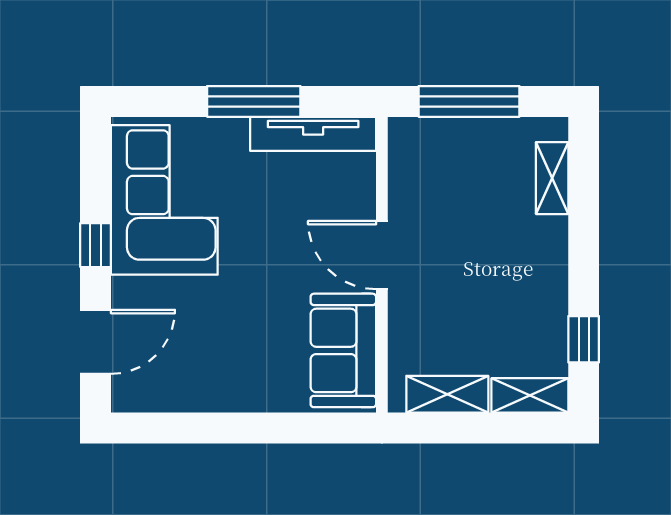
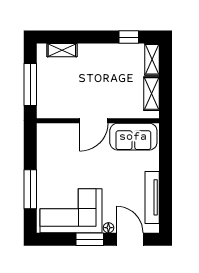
window: (254, 101) -> (30, 189), moved
tv unit: (313, 134) -> (152, 197), moved, turned 180
window: (96, 245) -> (90, 239), width x1.50
floor lamp: (124, 290) -> (108, 228), added

